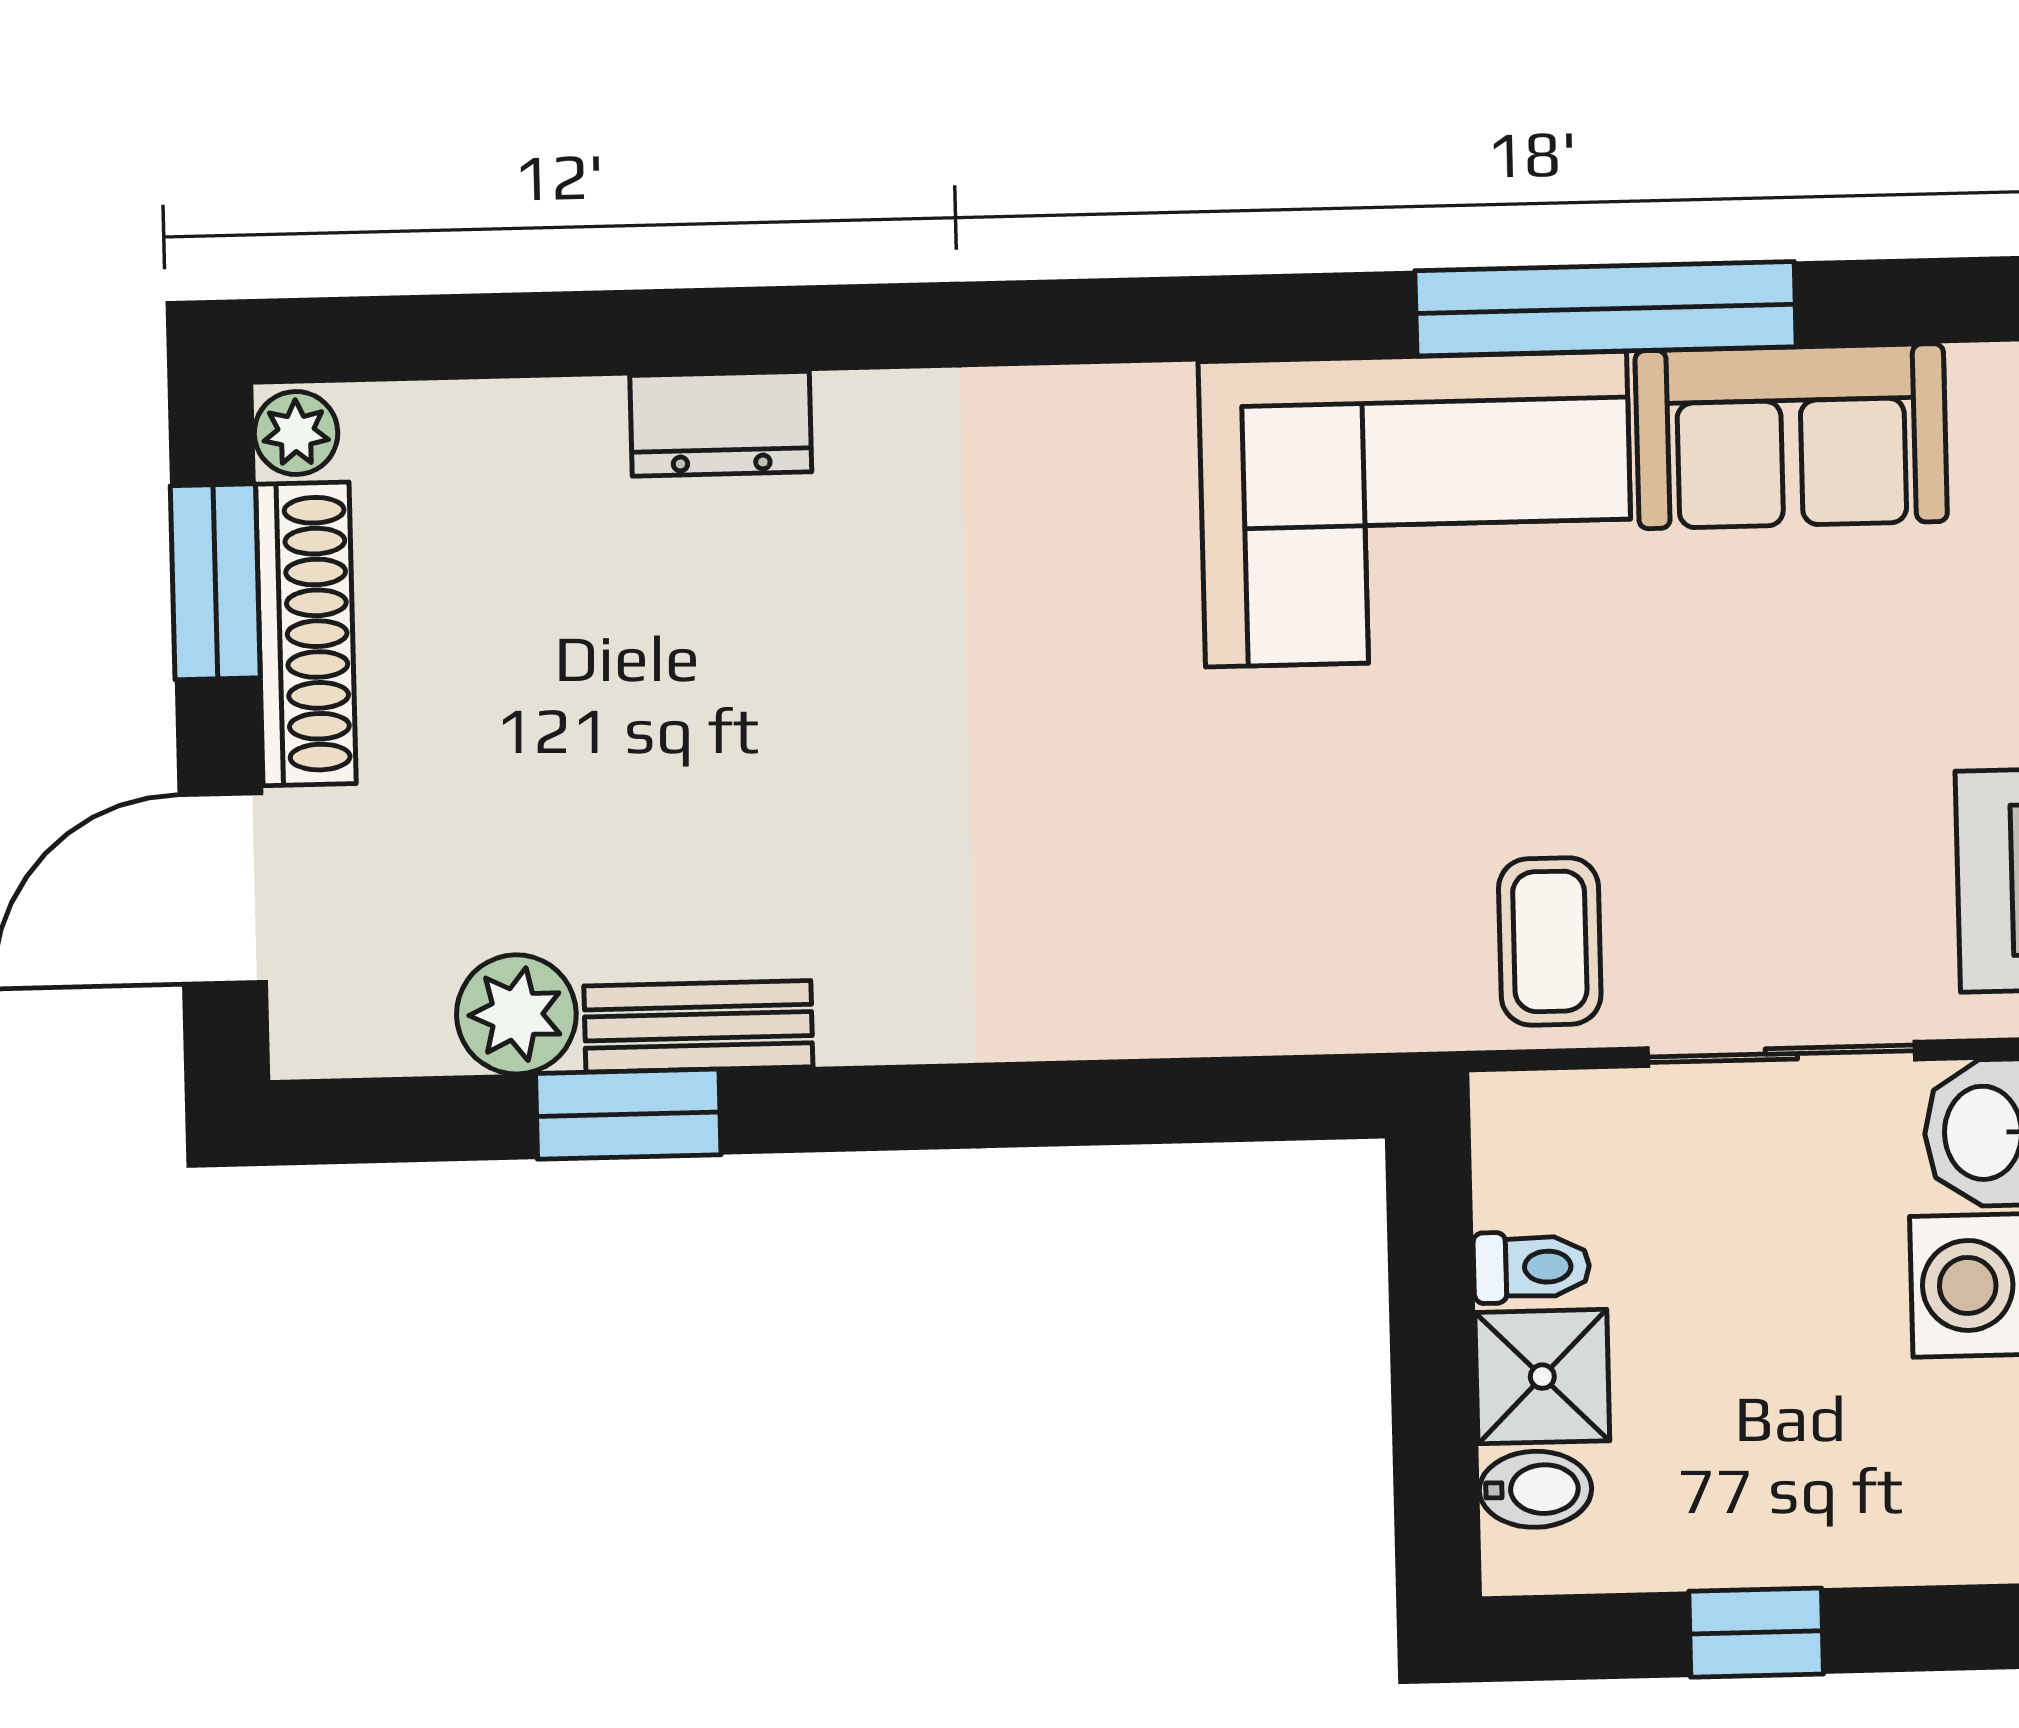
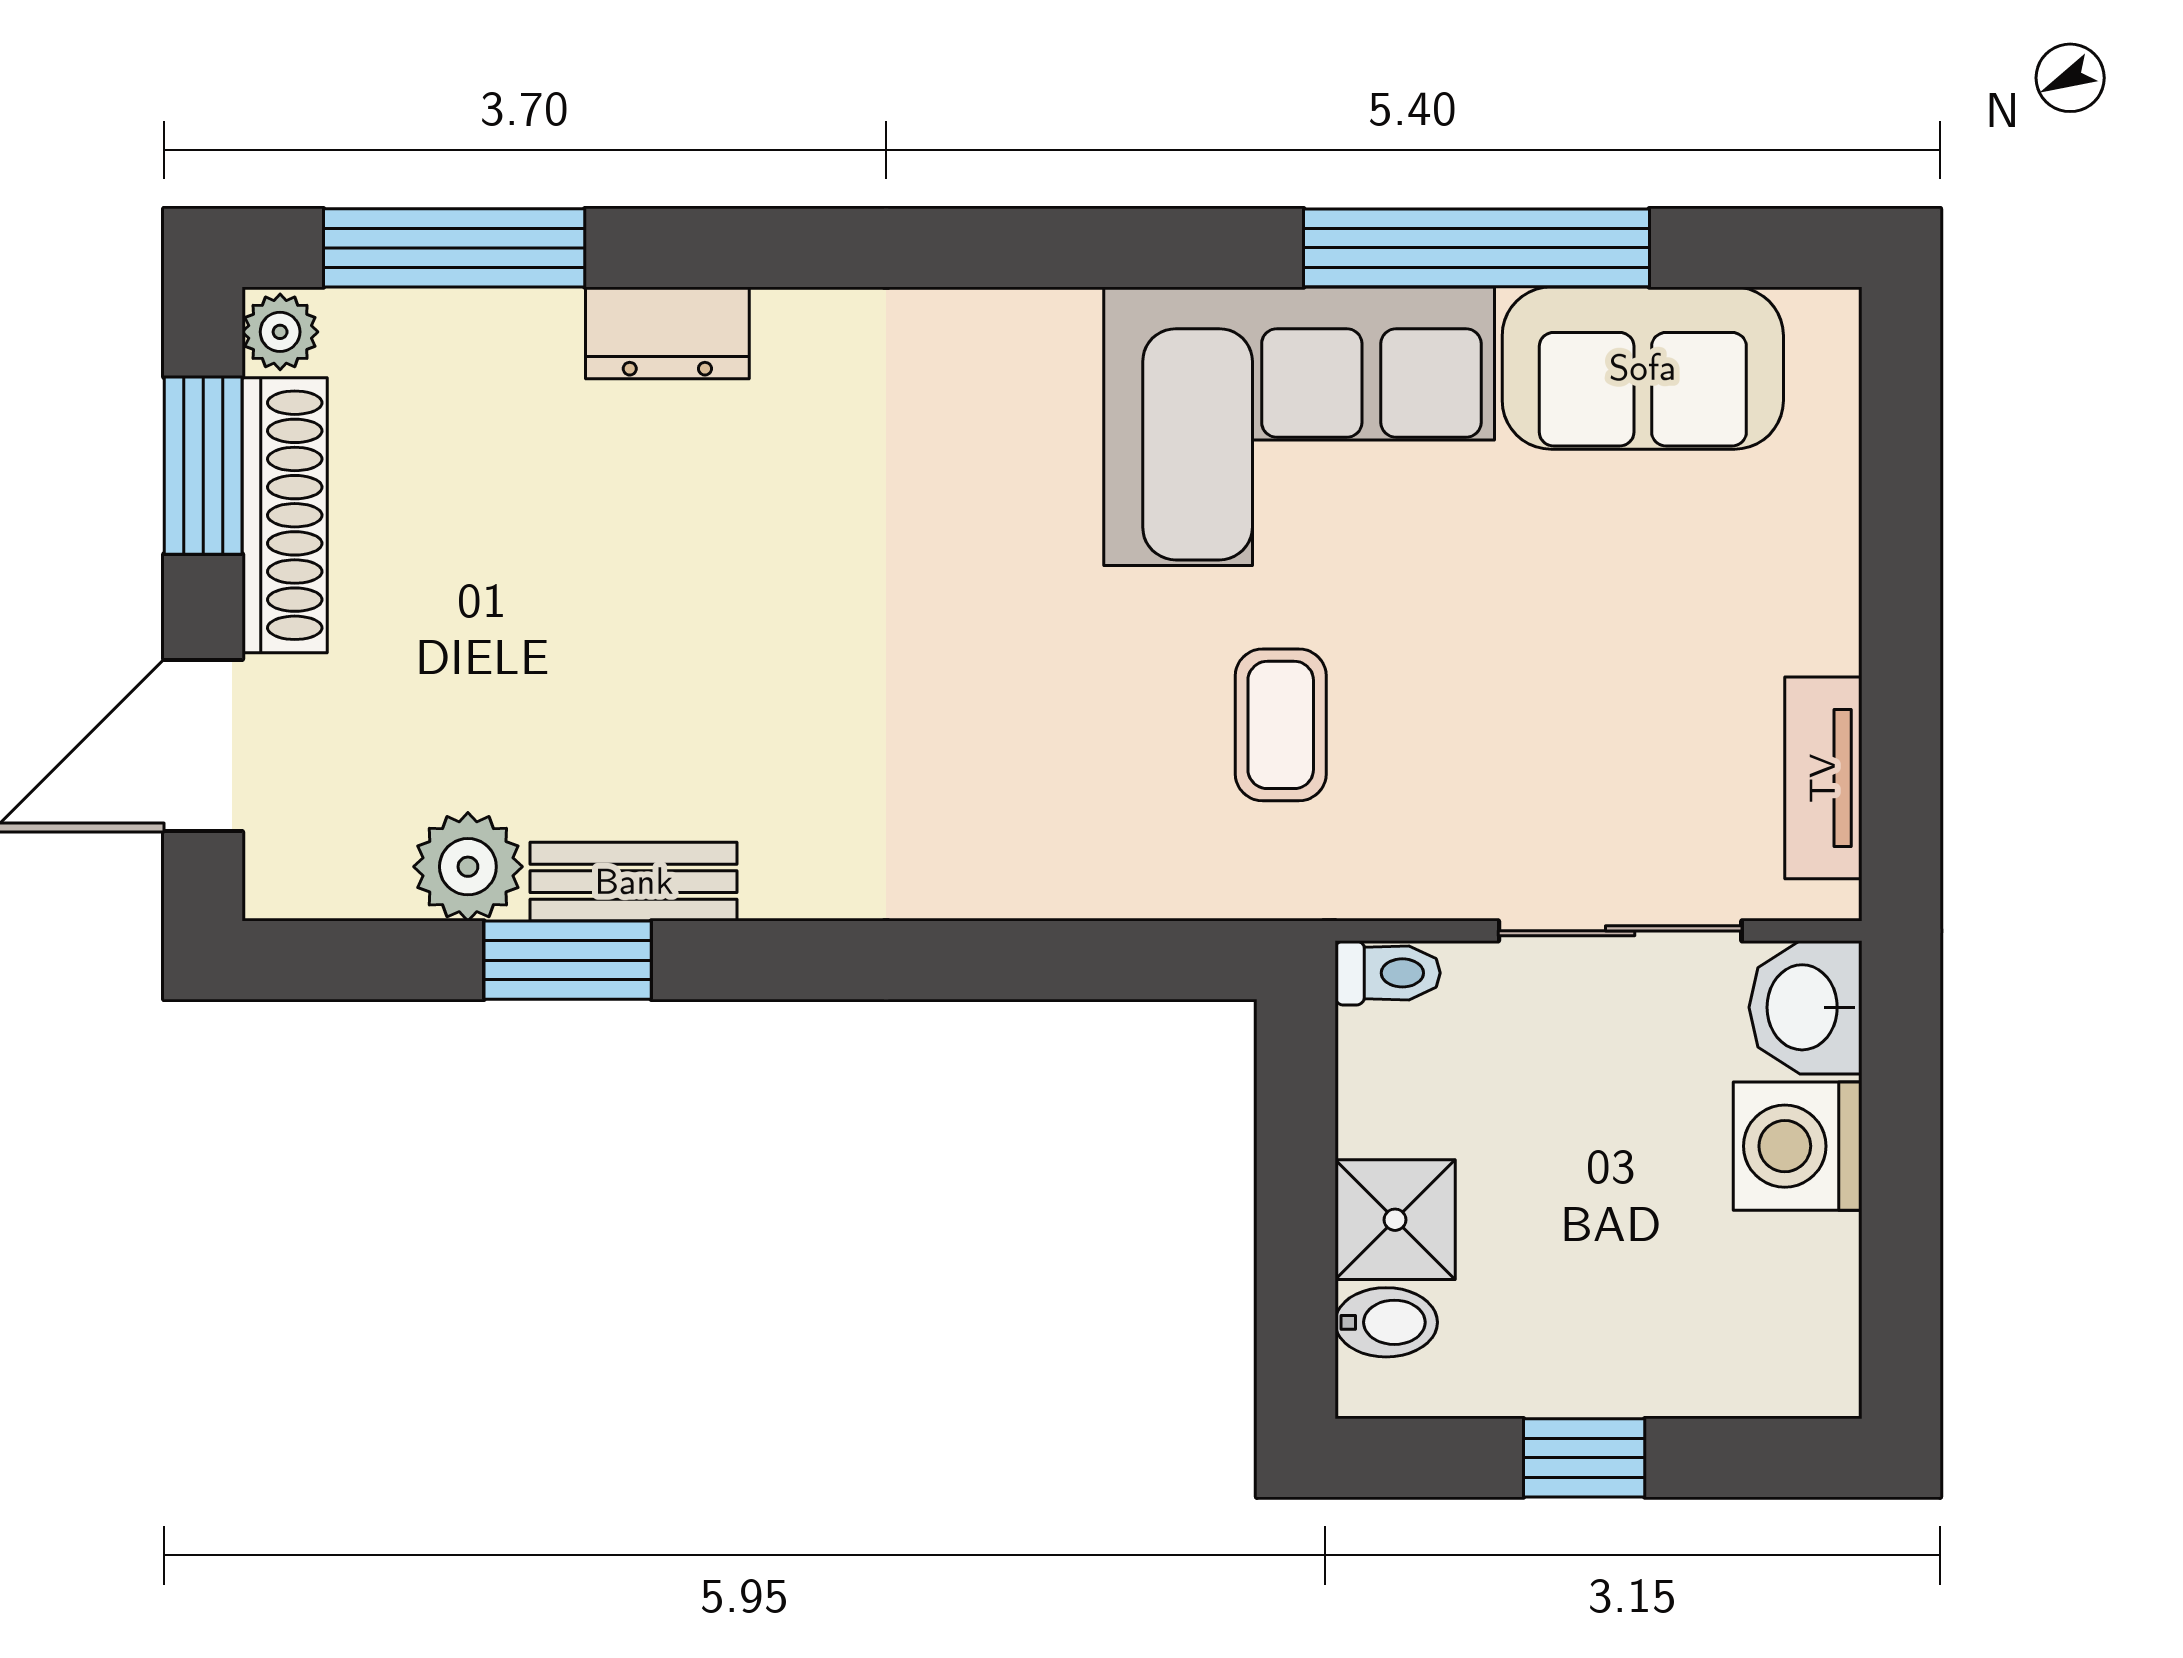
window: (485, 336) -> (454, 248), added
coffee table: (1550, 941) -> (1281, 725), moved
toilet: (1532, 1267) -> (1388, 973), moved

